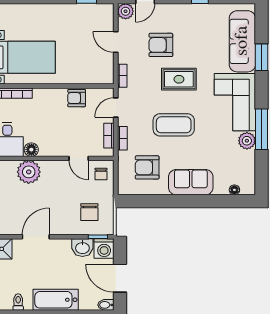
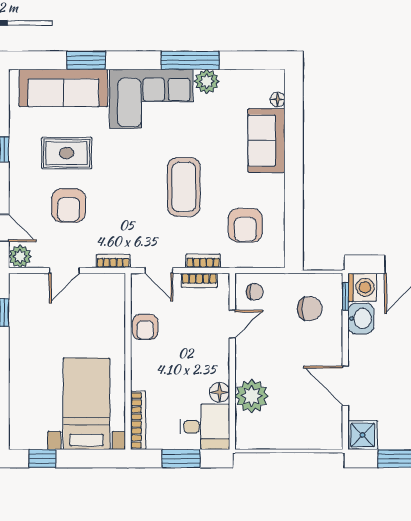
rug: (179, 79) -> (67, 153), moved, turned 90
sofa: (191, 182) -> (267, 141), moved

